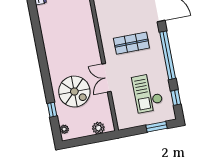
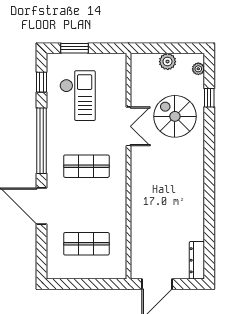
plant: (98, 128) -> (168, 62), moved

